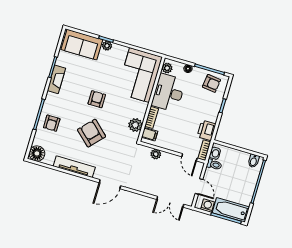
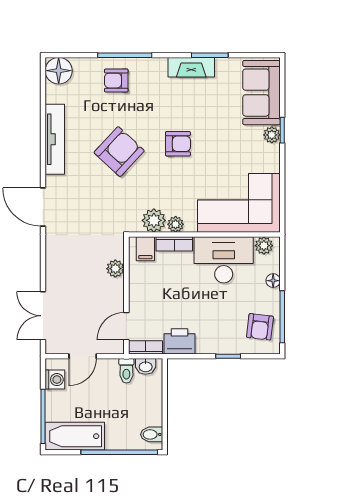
plant: (141, 114) -> (176, 224), added
bathtub: (231, 210) -> (75, 436), moved, turned -90

